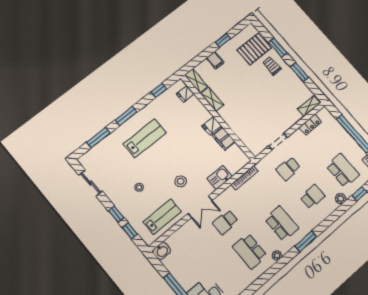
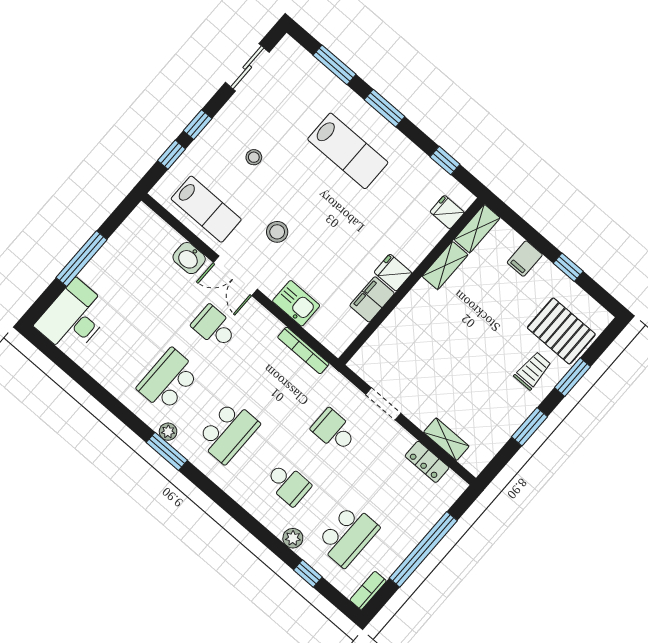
shelving: (309, 106) -> (446, 439), moved
window: (306, 241) -> (167, 451), moved
washbasin: (162, 251) -> (189, 258), moved

